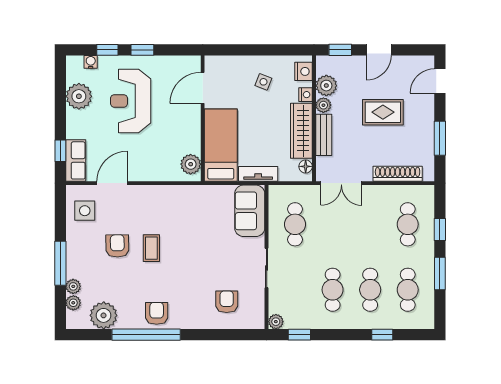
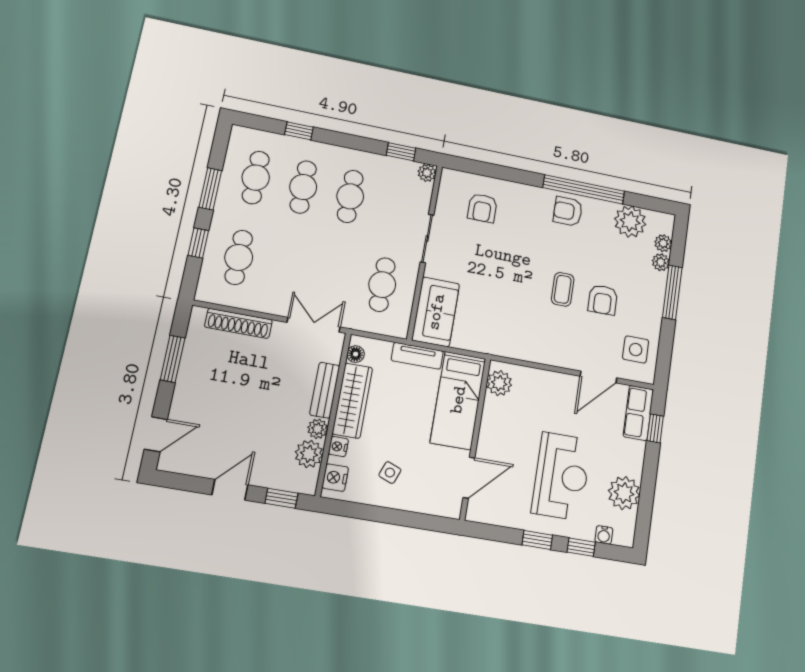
rug: (383, 112) -> (241, 406), removed
armchair: (157, 313) -> (568, 211), turned 90

